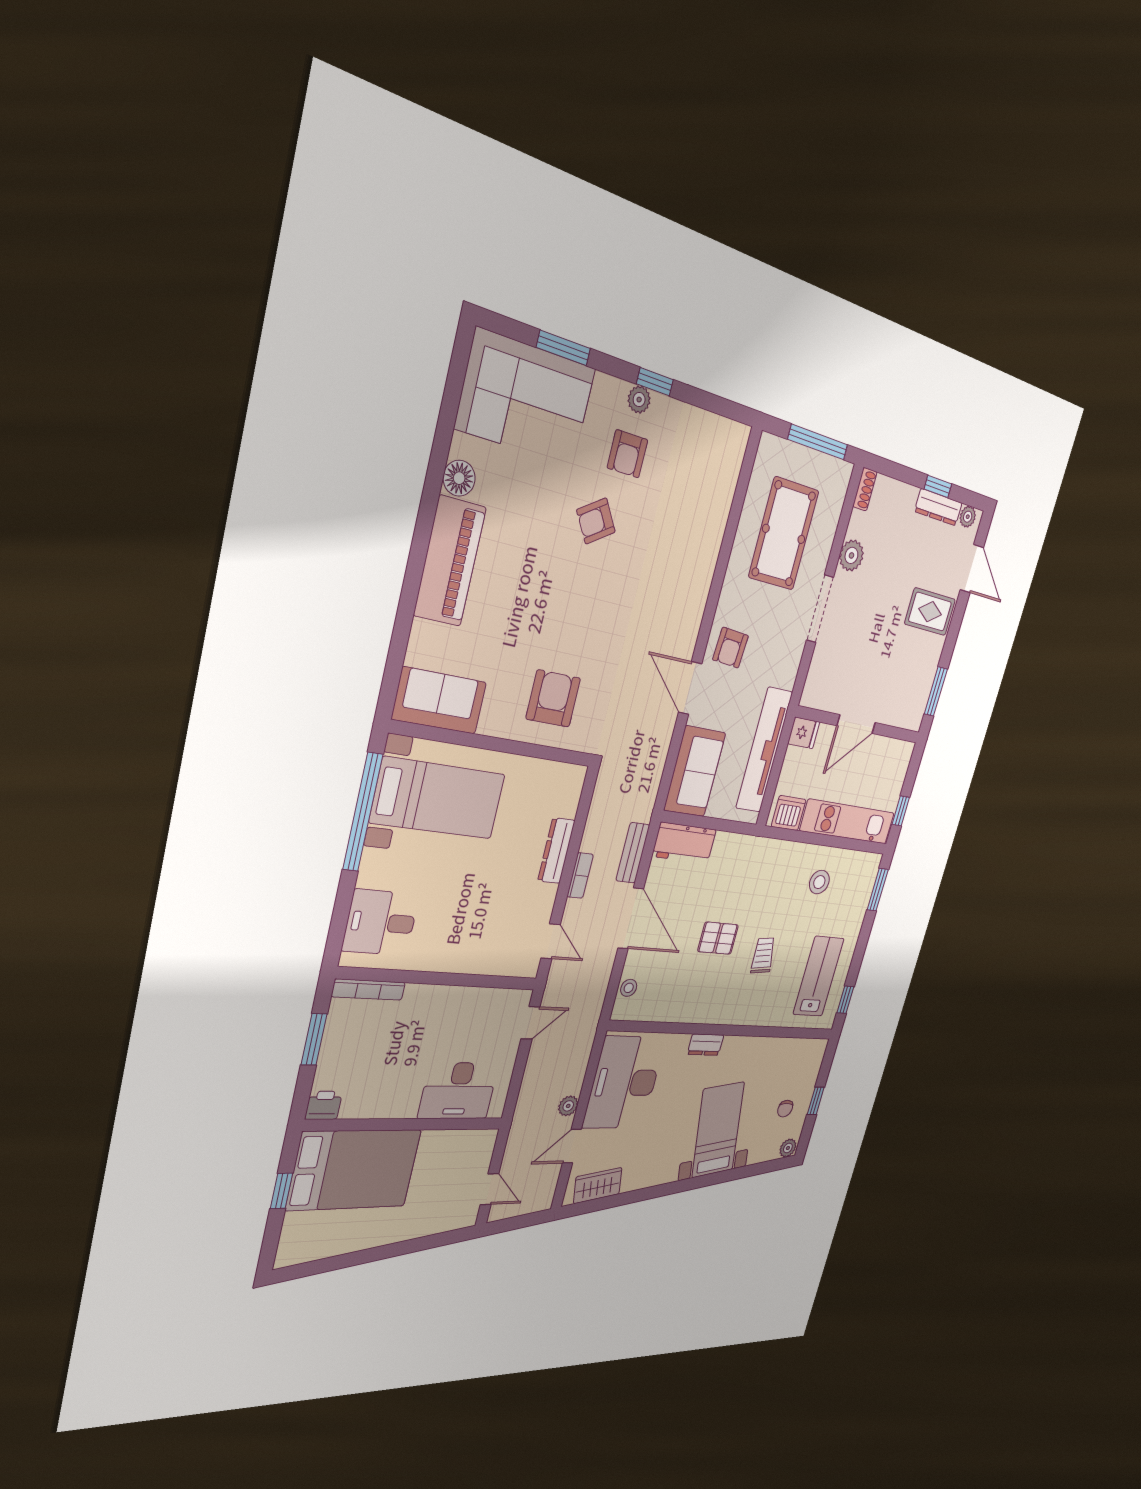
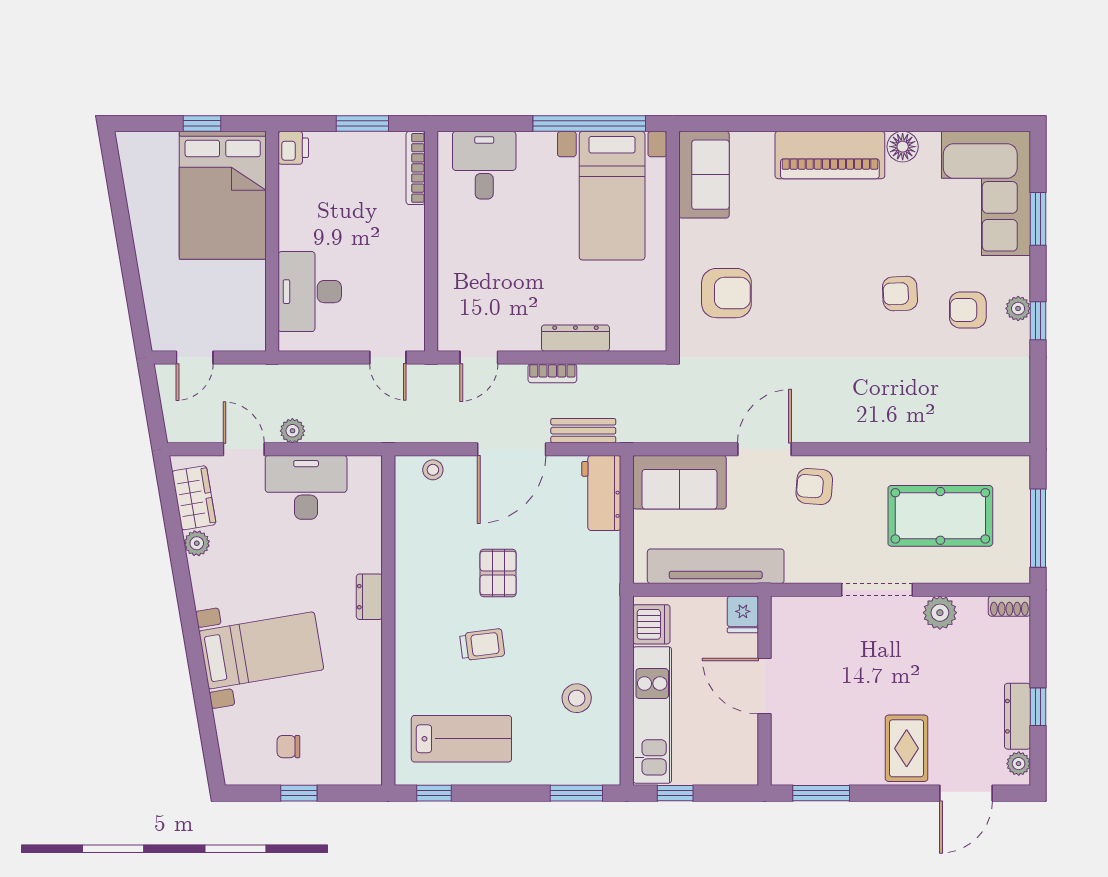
armchair: (596, 521) -> (900, 294), turned -60
desk: (624, 1083) -> (306, 487), width x0.73, depth x0.77
plant: (788, 1148) -> (197, 543), moved

